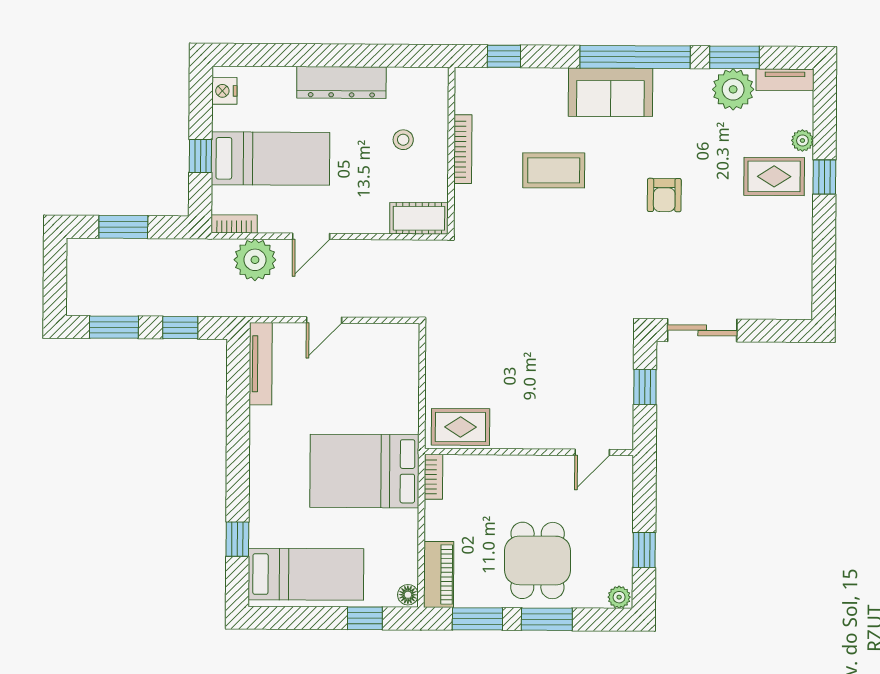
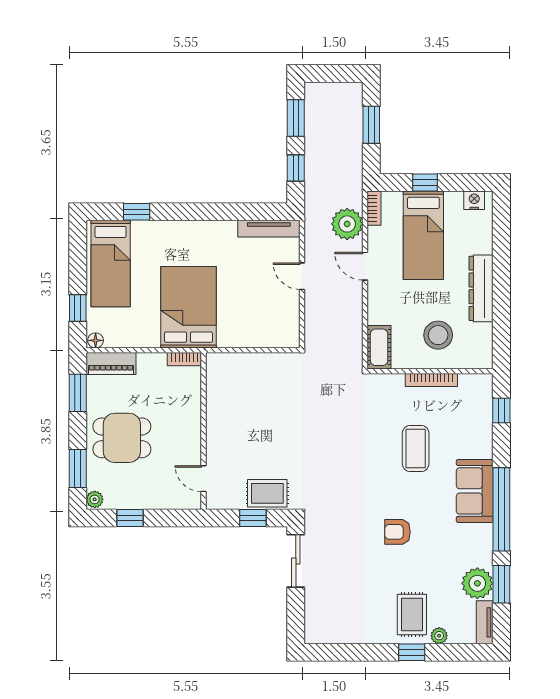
stool: (403, 140) -> (438, 335), width x1.89, depth x1.89
rug: (460, 427) -> (267, 493), moved, turned 90
window: (547, 619) -> (78, 469), moved

